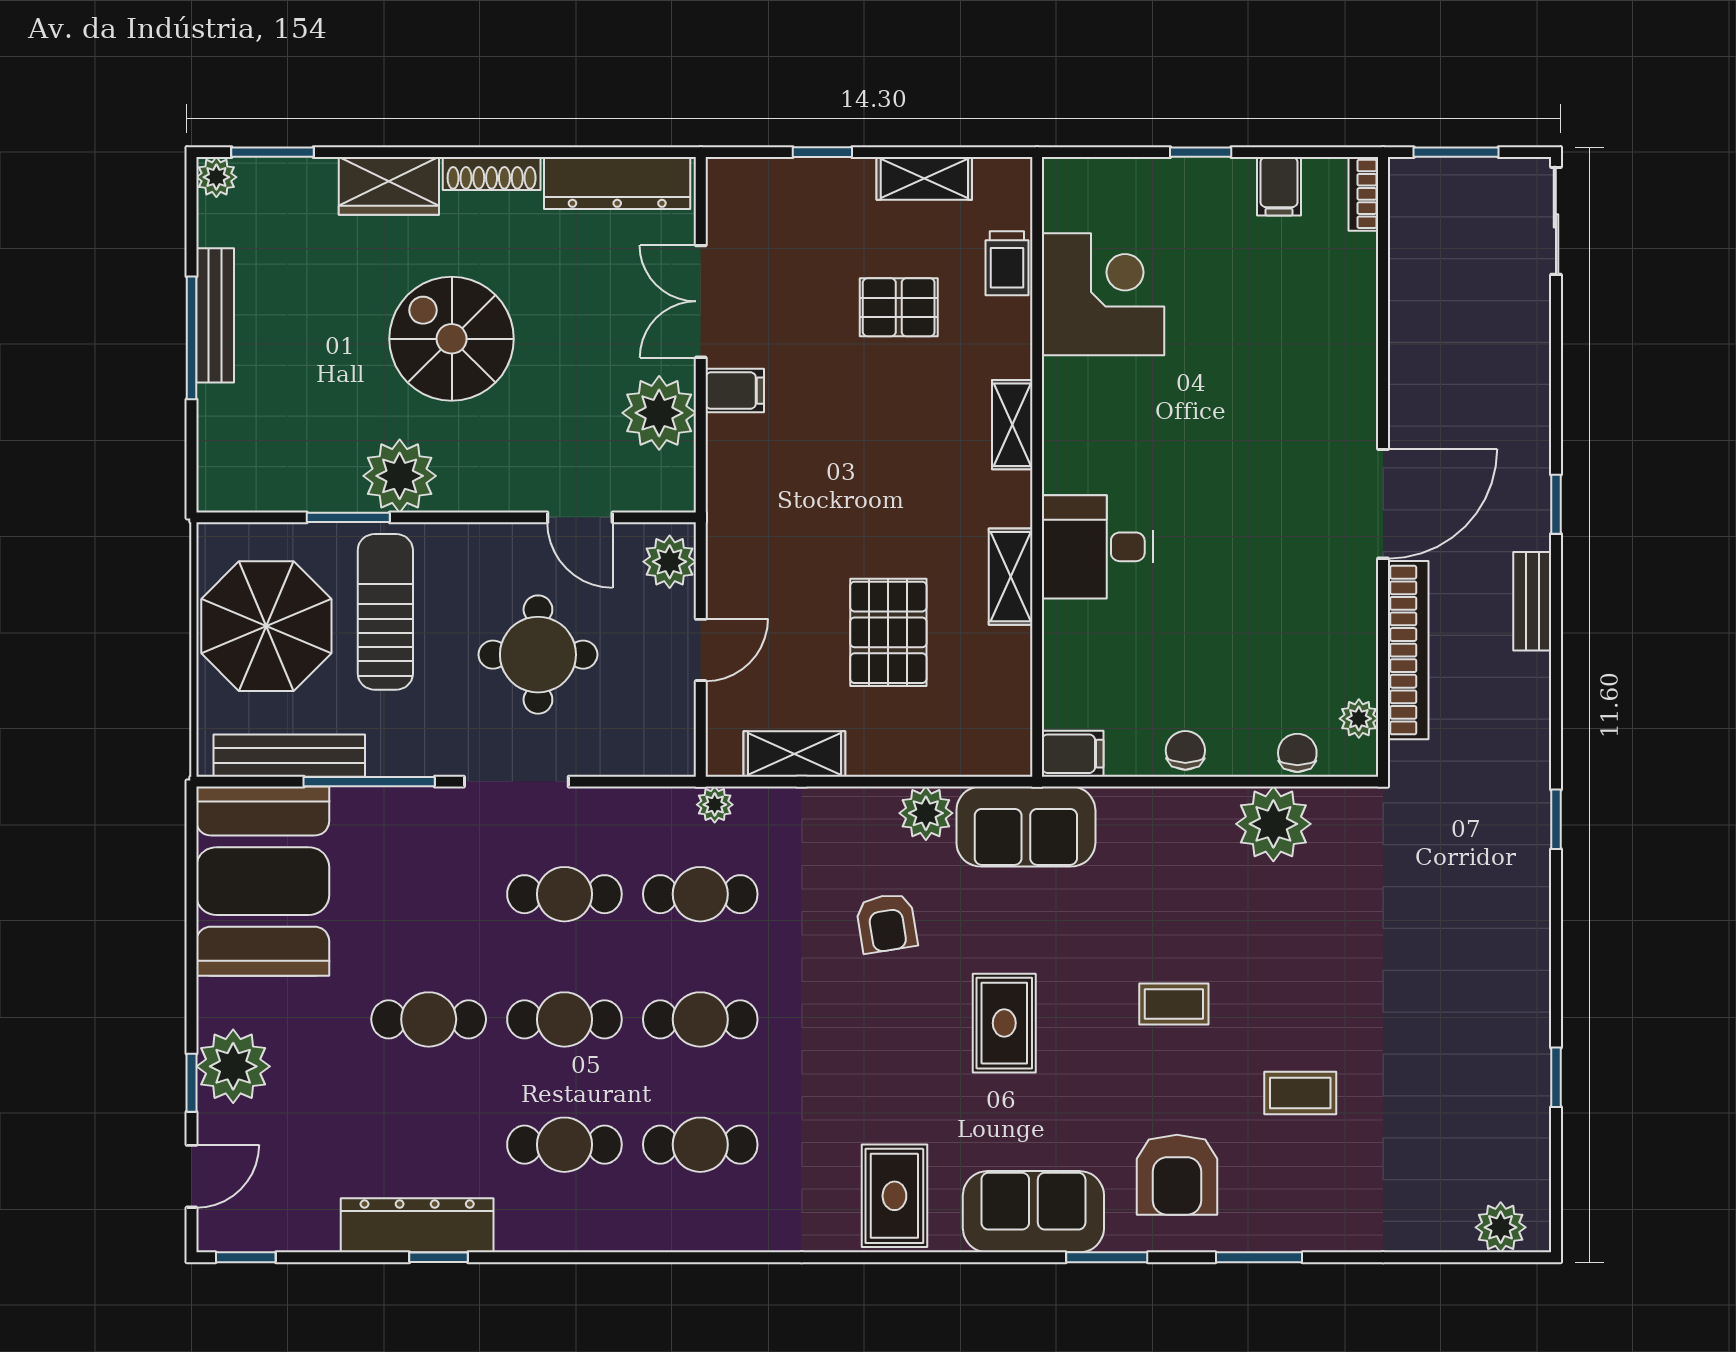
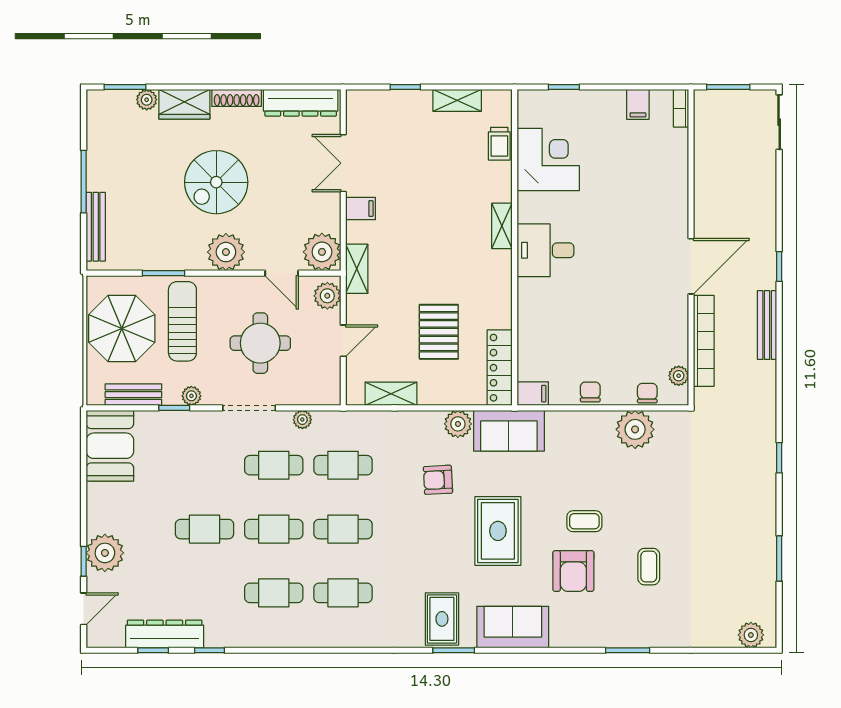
window: (1201, 152) -> (564, 87), moved
plant: (216, 177) -> (147, 100), moved
pallet: (899, 307) -> (444, 166), removed
bench: (215, 315) -> (96, 227), moved
spiral stairs: (452, 339) -> (216, 182), turned -90
plant: (659, 413) -> (322, 252), moved
plant: (400, 476) -> (226, 252), moved
desk: (1098, 547) -> (546, 250), moved
shelving: (1011, 577) -> (357, 269), moved
bench: (1532, 601) -> (767, 325), width x1.36
locker: (1008, 703) -> (500, 368), added
bench: (289, 756) -> (133, 395), width x0.73
plant: (403, 758) -> (191, 396), added
window: (369, 782) -> (174, 408), width x0.46
plant: (715, 805) -> (302, 420), moved
window: (1556, 819) -> (779, 458), moved
booth: (263, 881) -> (110, 446), width x0.73, depth x0.70
armchair: (887, 923) -> (438, 480), turned 96
rug: (1004, 1023) -> (498, 531), width x1.36, depth x1.43
window: (1556, 1077) -> (779, 559), width x1.50
coffee table: (1300, 1093) -> (649, 567), turned 90
armchair: (1177, 1175) -> (573, 571), moved
dresser: (417, 1225) -> (165, 634), moved
window: (246, 1257) -> (153, 650), moved
window: (1107, 1257) -> (454, 650), moved

